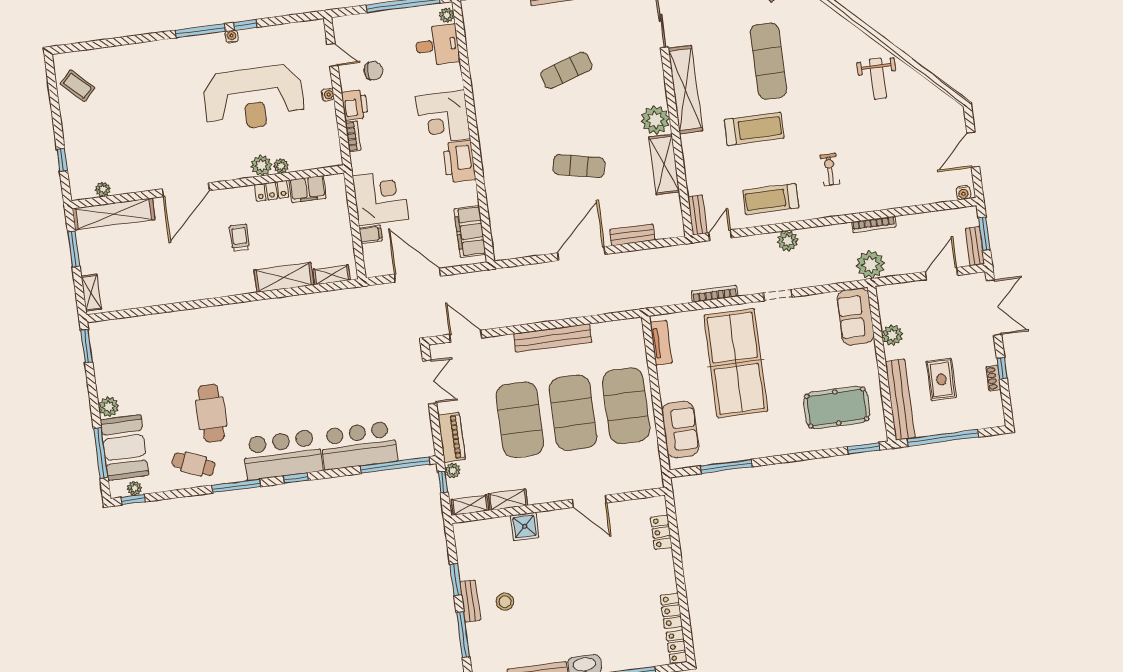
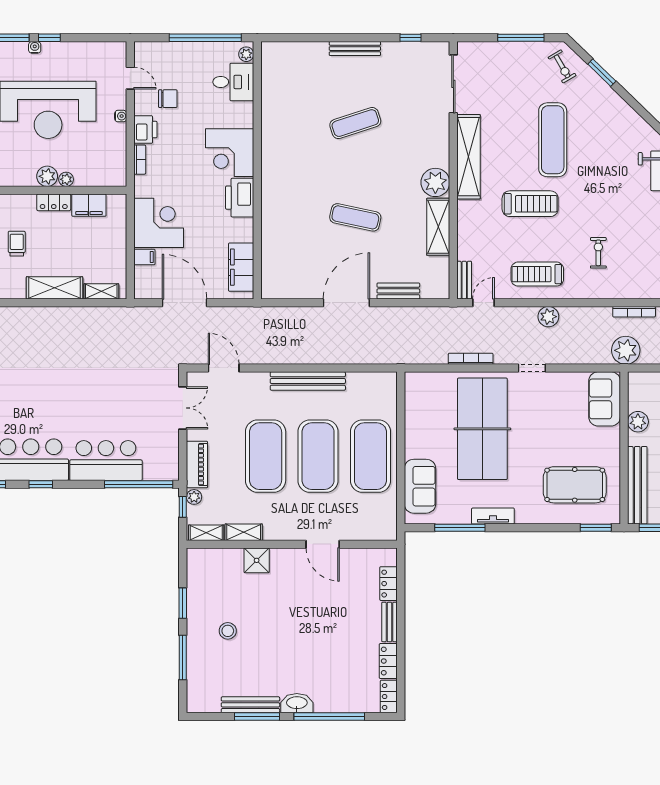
tv unit: (661, 343) -> (493, 516), moved, turned -90
bench: (470, 601) -> (389, 622), moved

